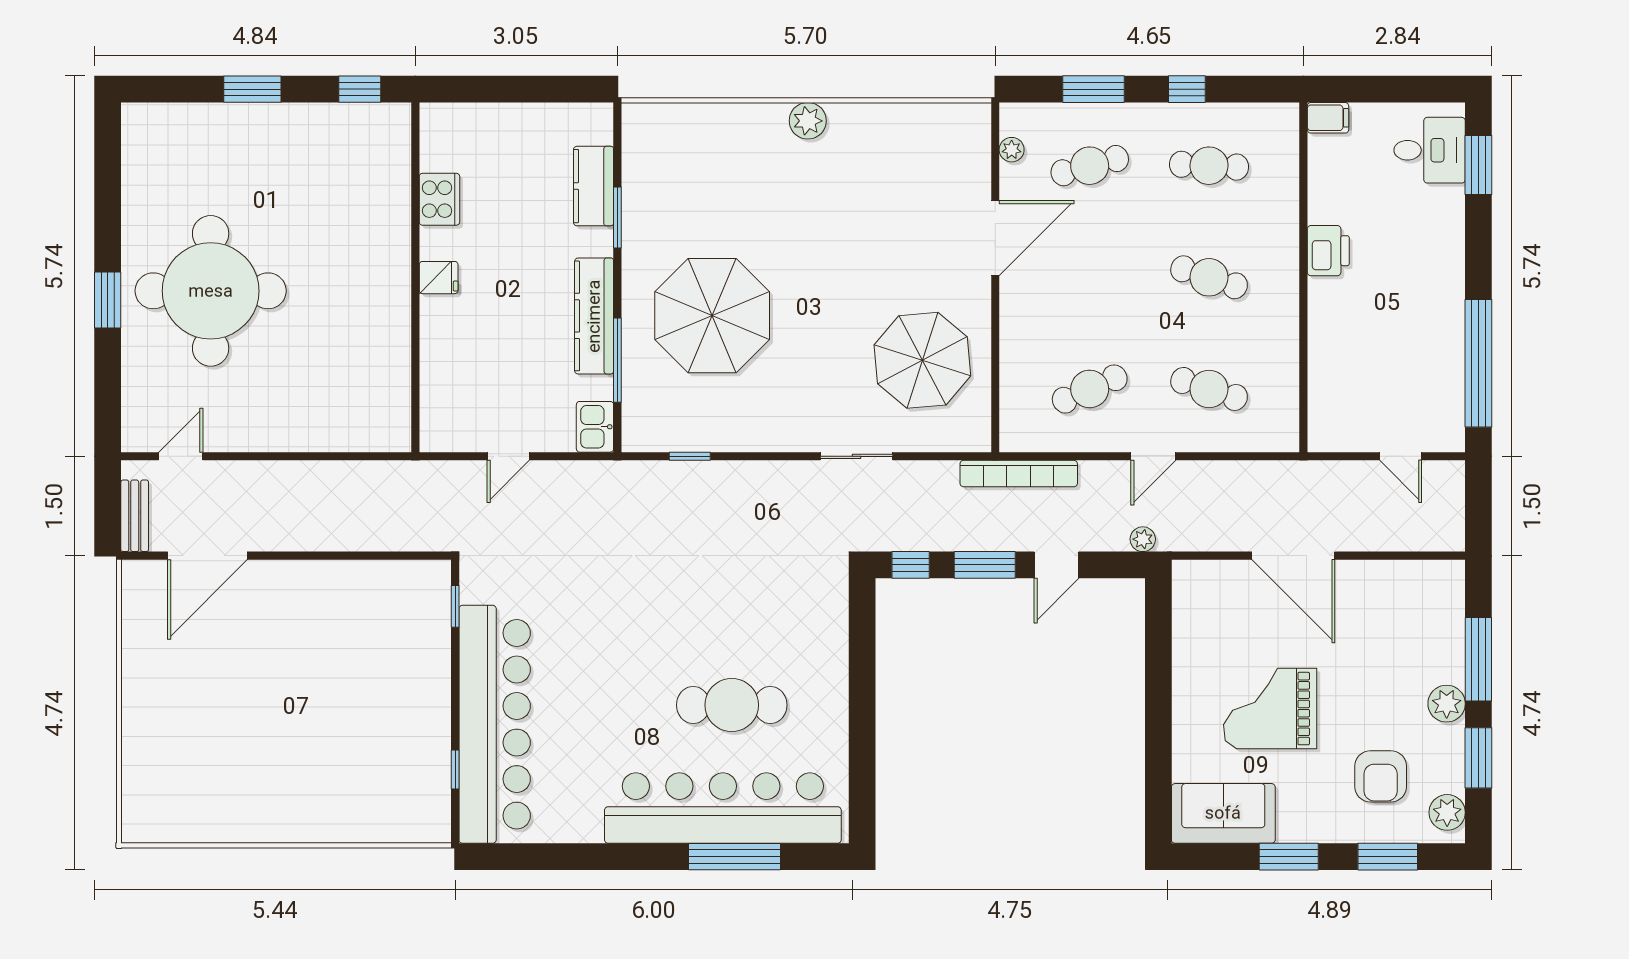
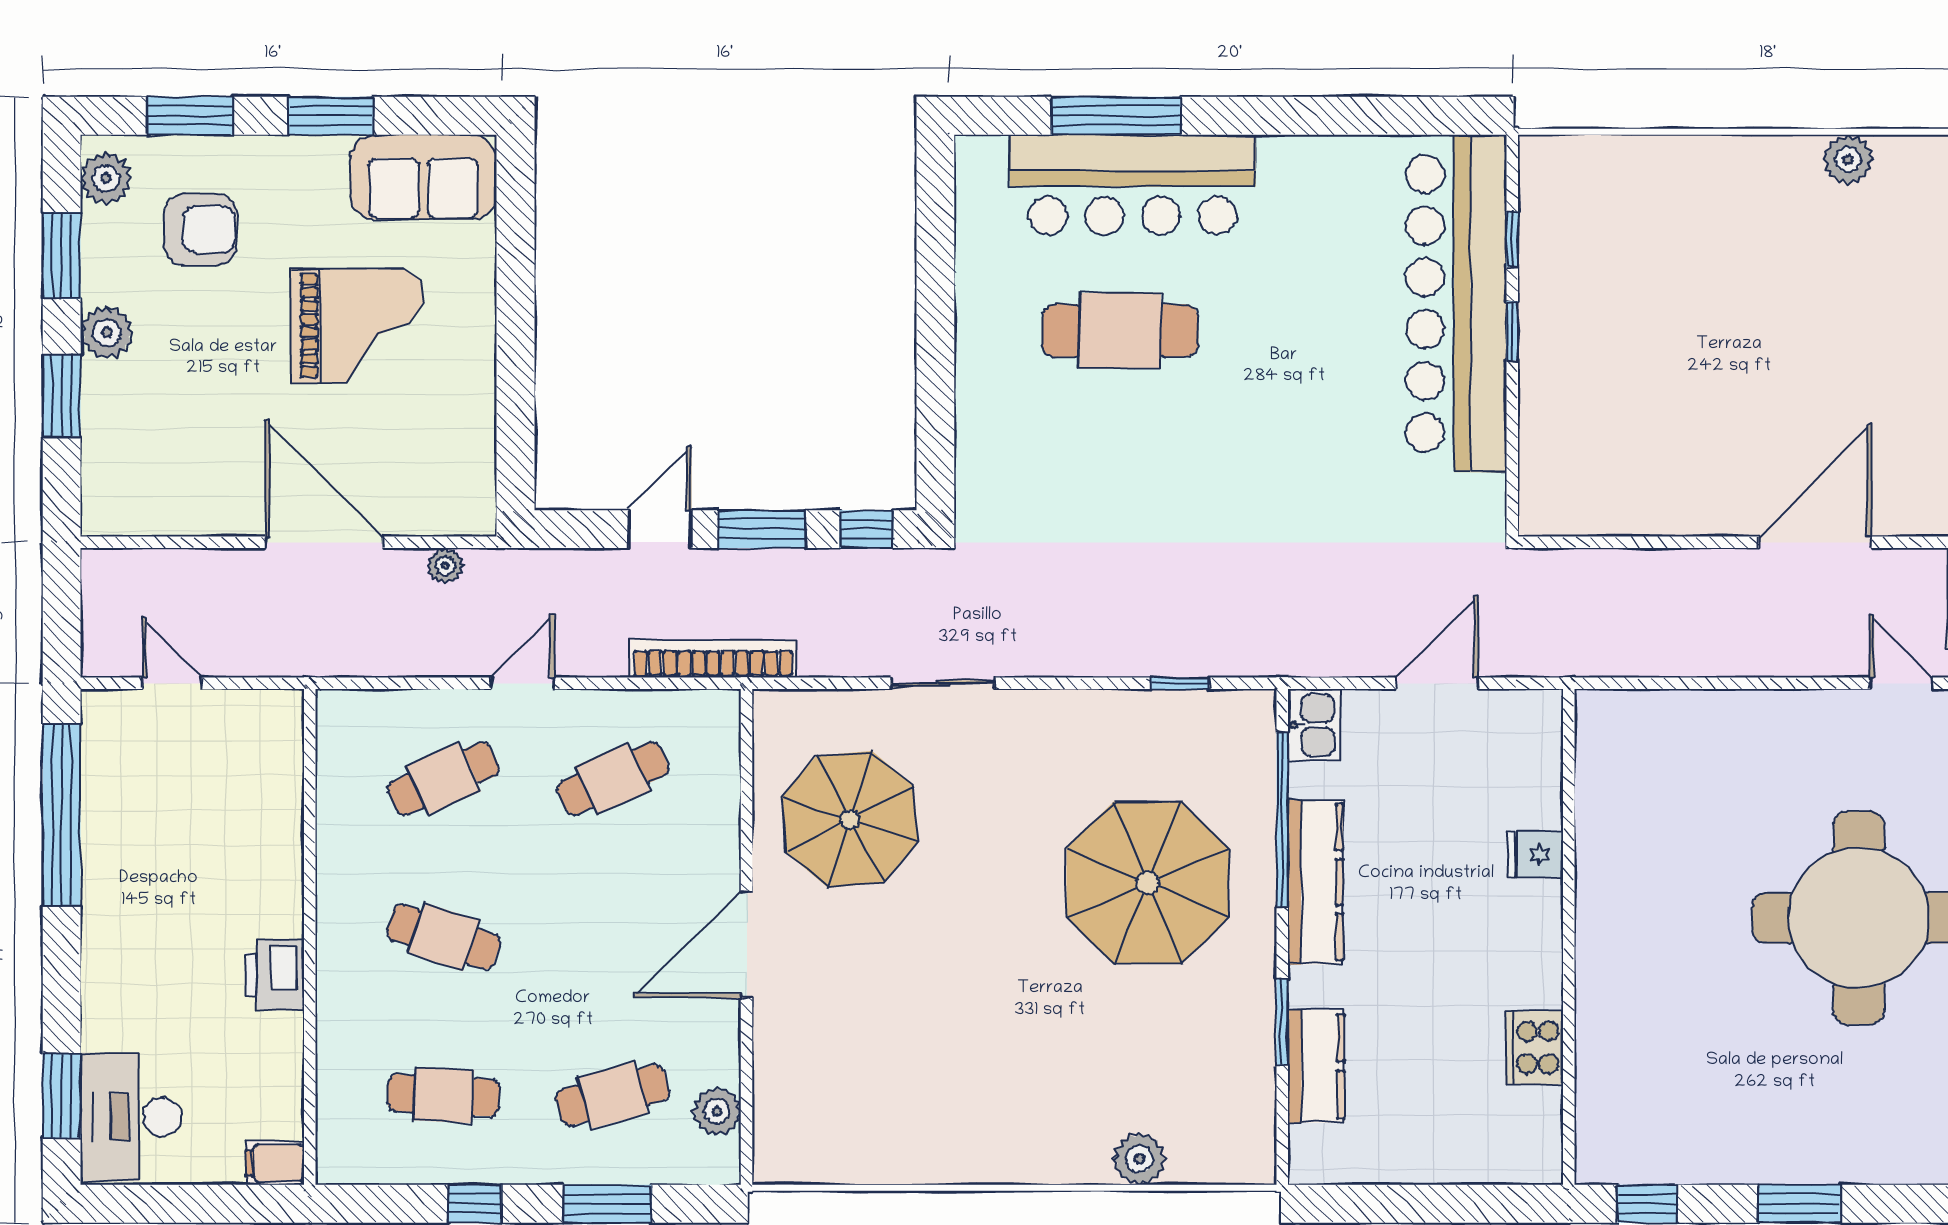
plant: (808, 121) -> (1139, 1159), moved
plant: (1012, 150) -> (717, 1111), width x1.38, depth x1.38
desk: (1430, 150) -> (131, 1117), width x1.37
door: (995, 238) -> (747, 945), moved
fridge: (439, 278) -> (1536, 854), moved
window: (617, 360) -> (1282, 819), width x1.46
cafe table: (1209, 389) -> (444, 779), turned -42
door: (181, 456) -> (1901, 683), swing flipped
door: (508, 456) -> (1437, 683), width x1.37
plant: (1143, 539) -> (445, 566), moved
door: (207, 556) -> (1815, 542), moved
window: (455, 606) -> (1512, 331), moved
window: (1478, 659) -> (62, 396), width x0.69
armchair: (1381, 776) -> (200, 229), turned 90
bar counter: (723, 808) -> (1133, 185), width x0.73
plant: (218, 826) -> (1848, 159), added

